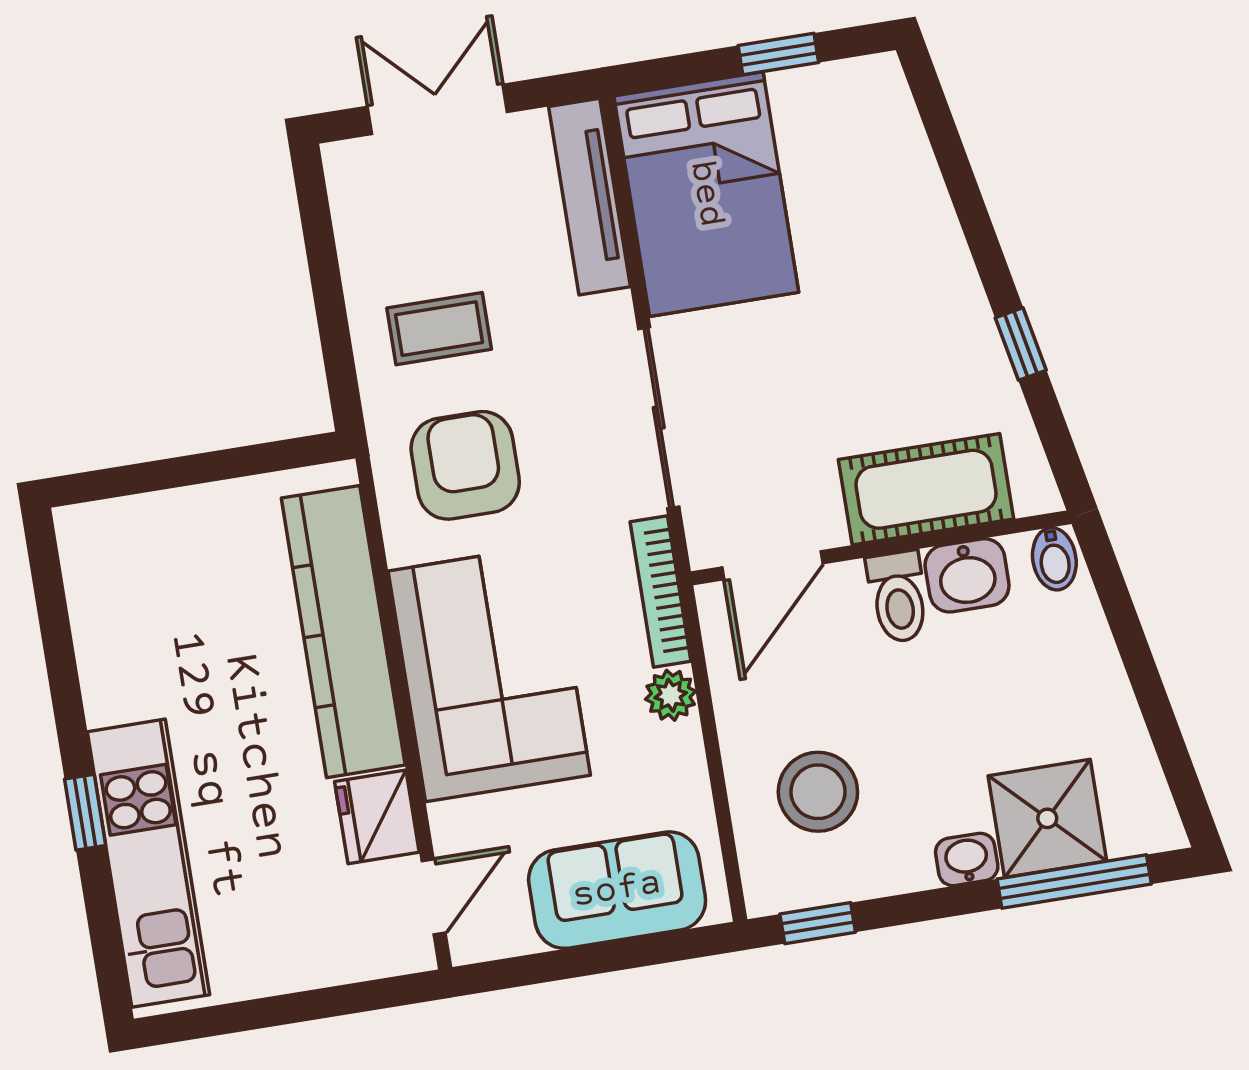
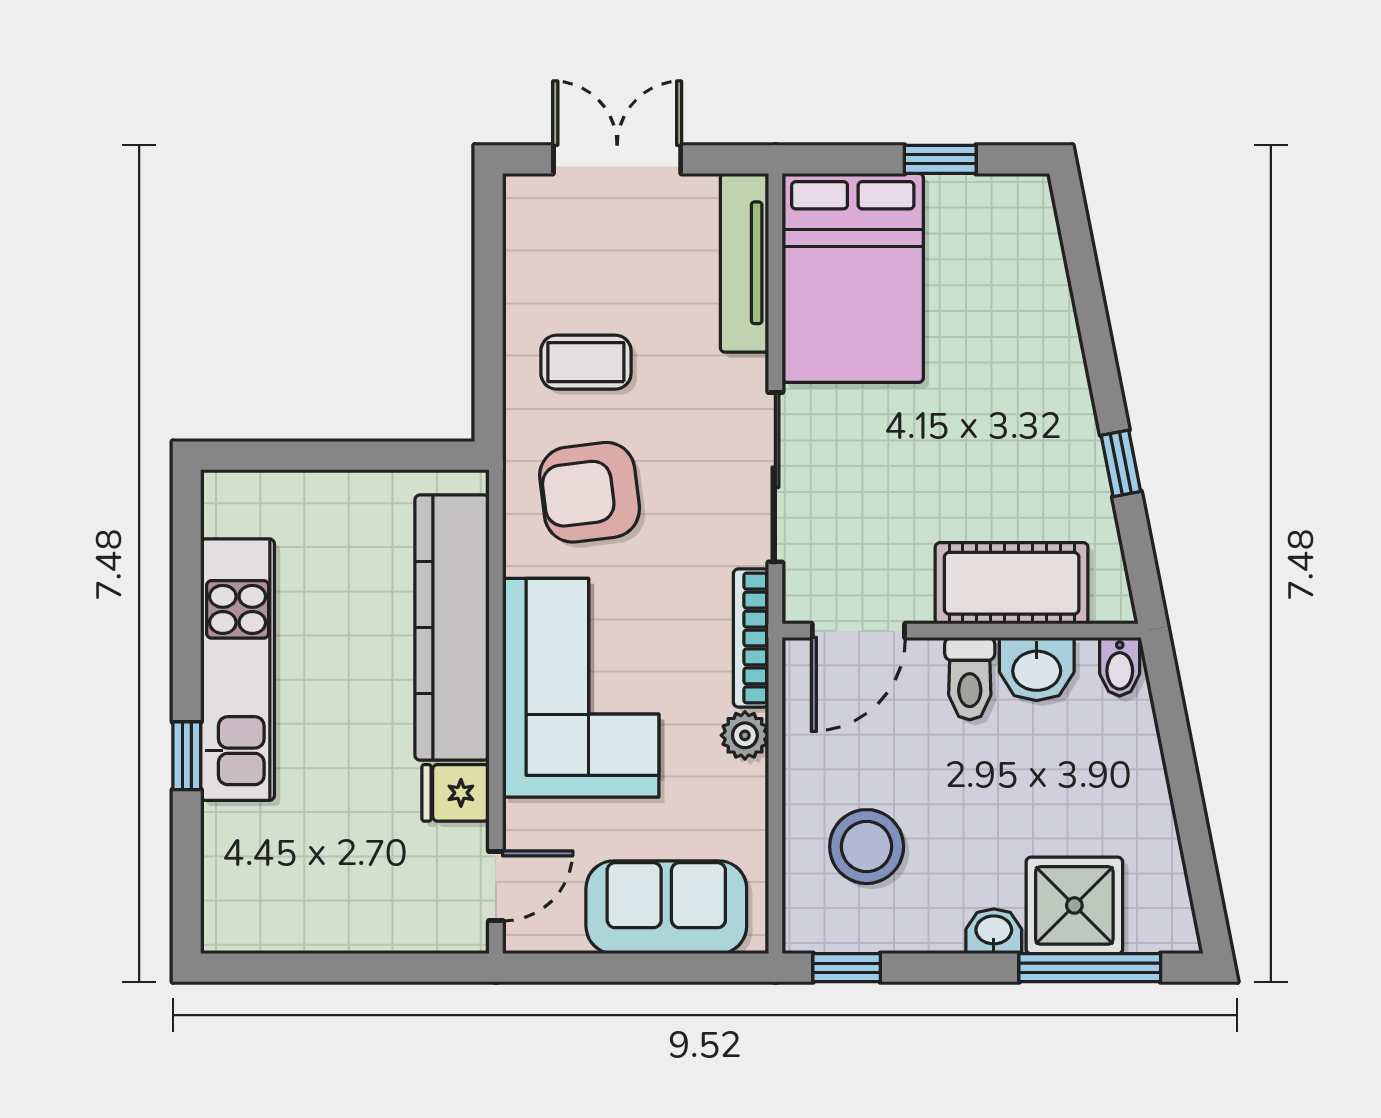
armchair: (465, 465) -> (590, 492), turned -97
fridge: (377, 817) -> (455, 793), width x0.72
kitchen unit: (148, 863) -> (238, 670), moved

